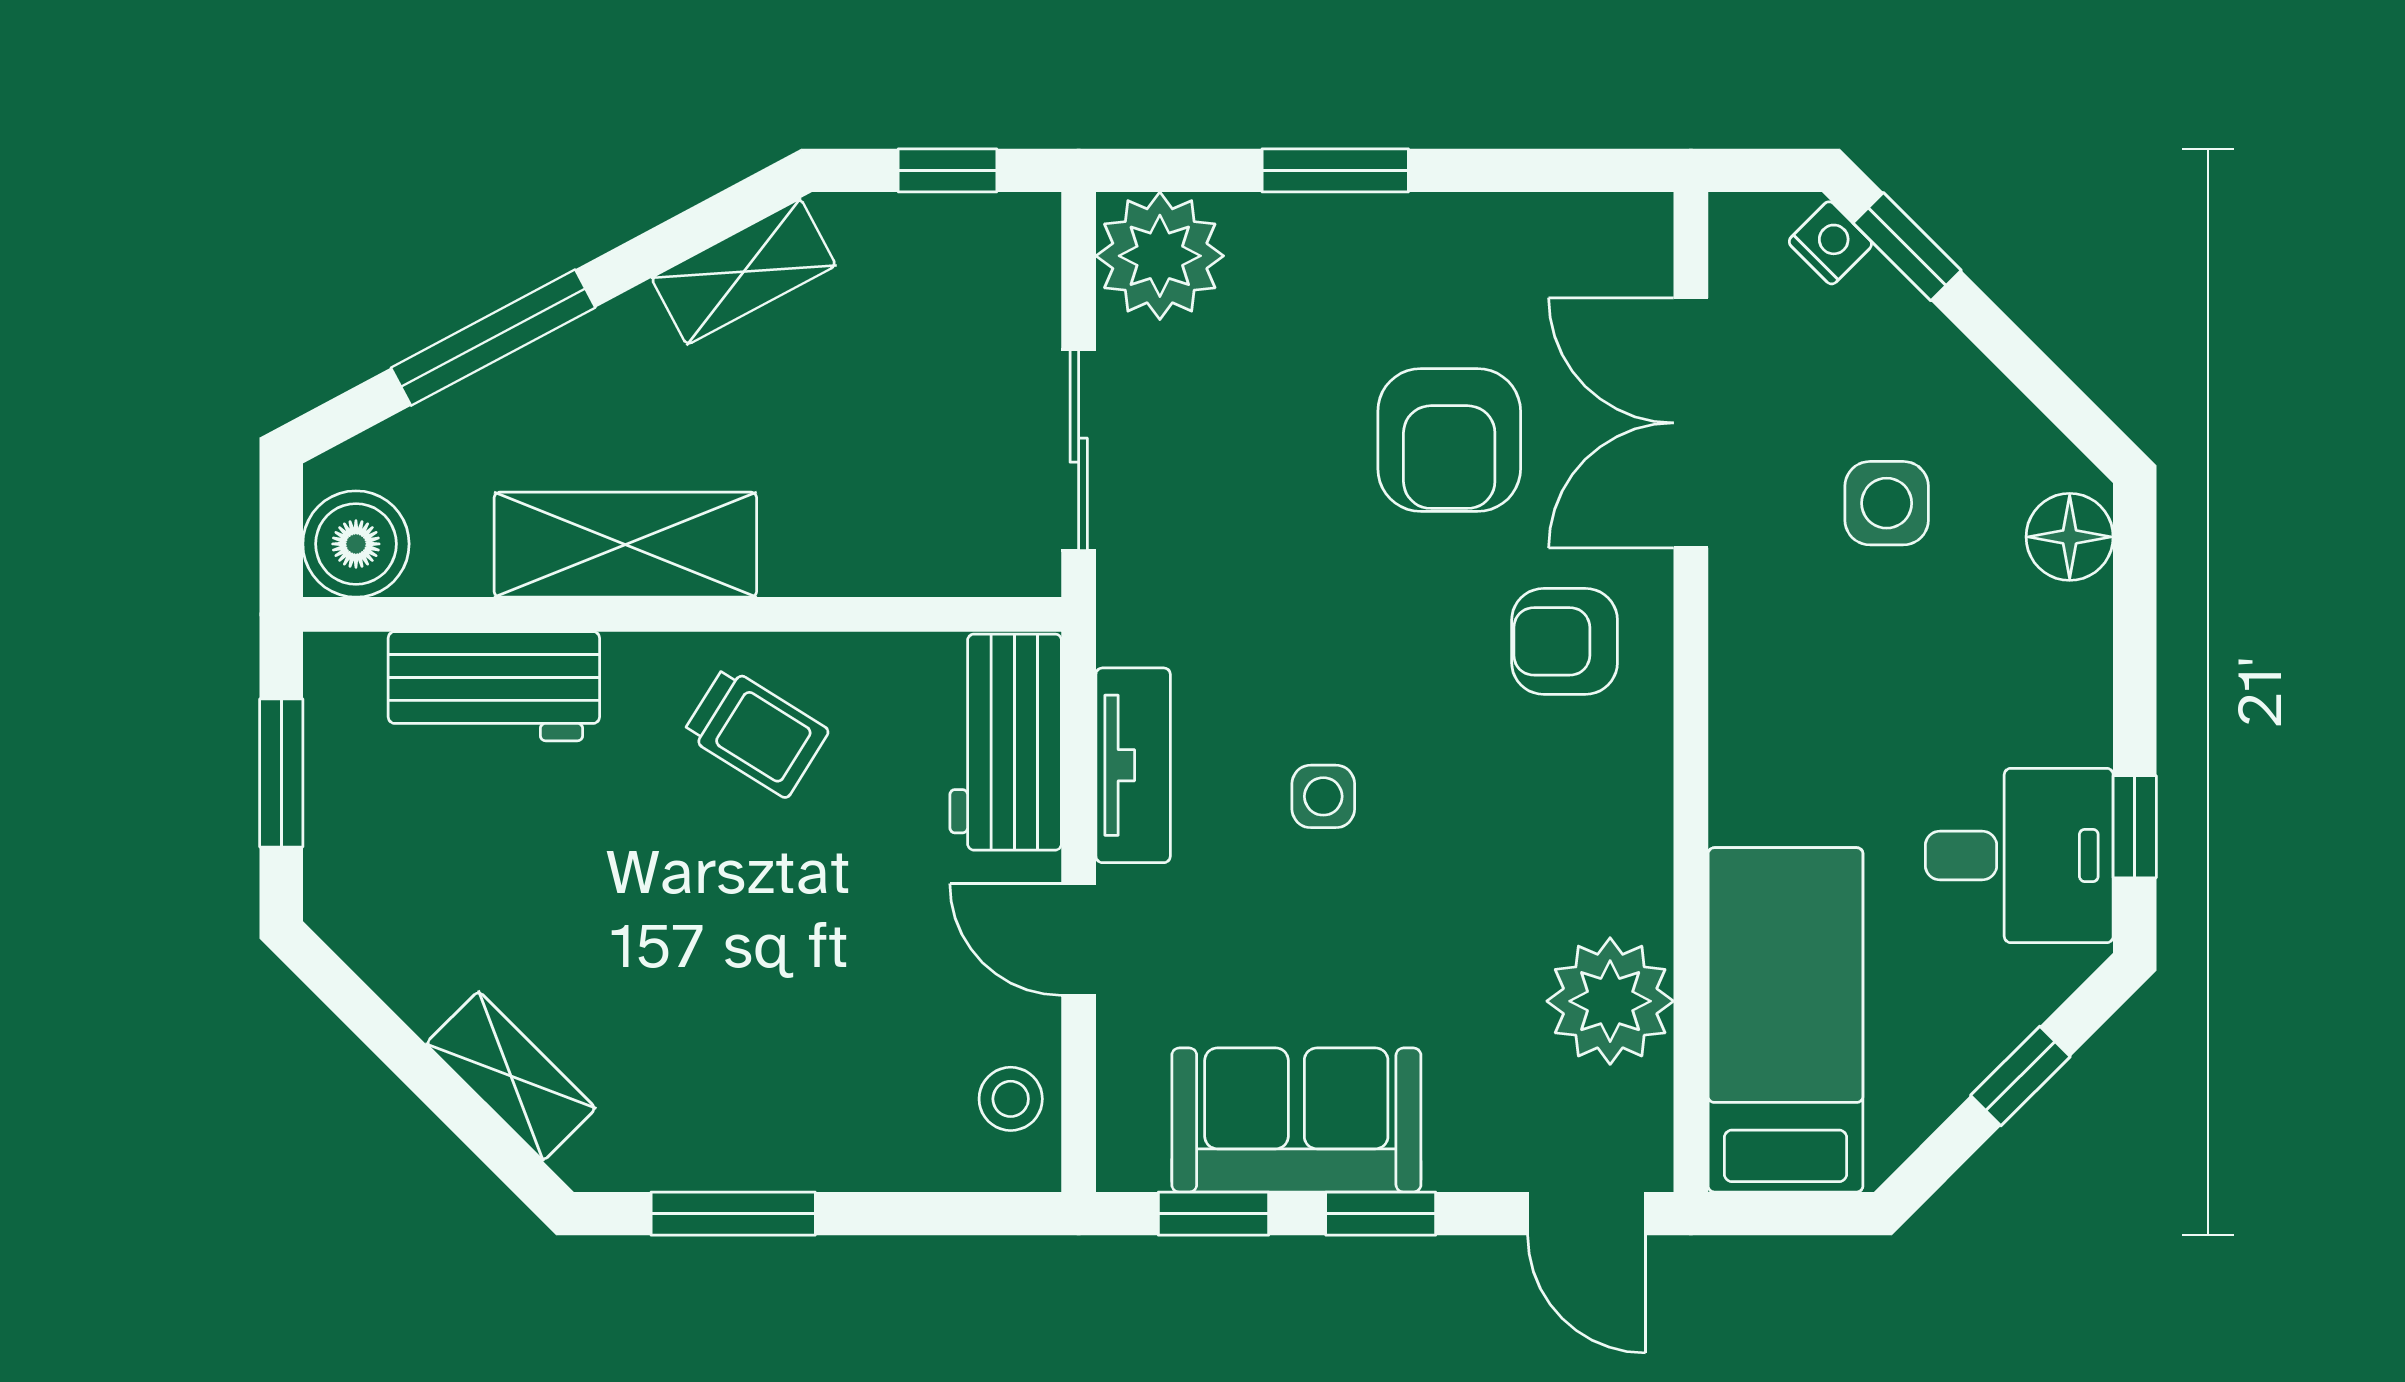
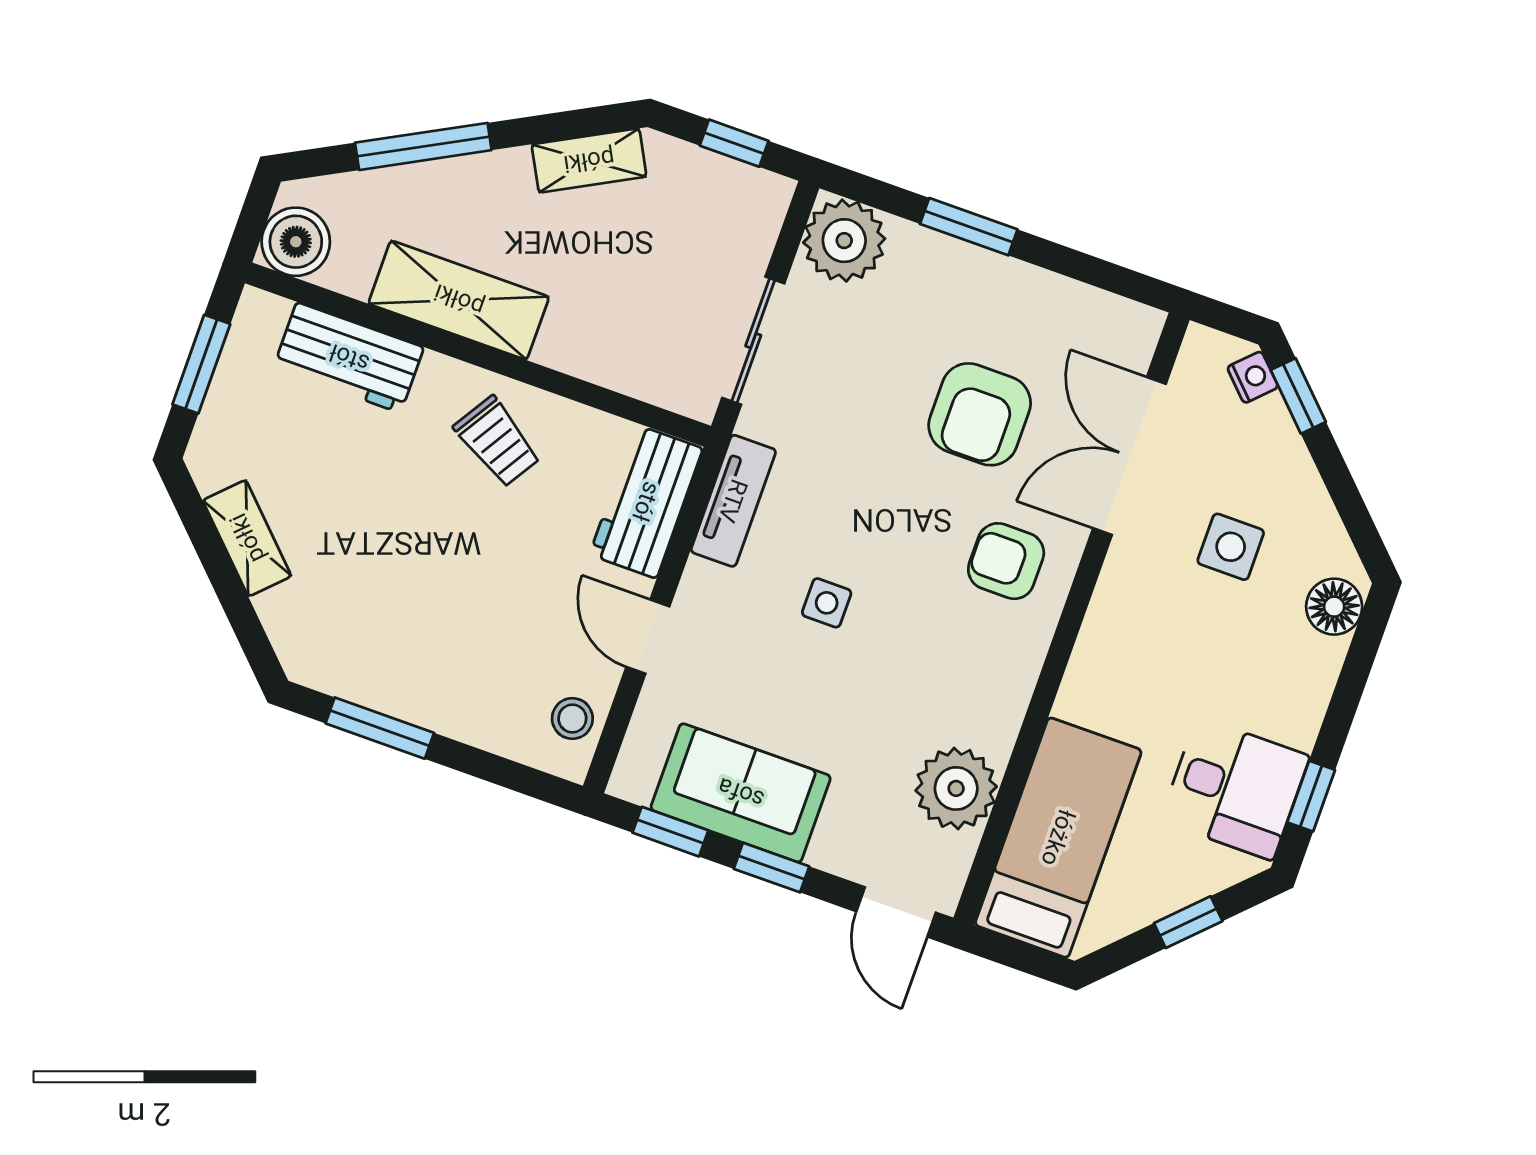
tv unit: (1133, 765) -> (733, 501), moved
shelving: (511, 1076) -> (247, 538), moved

